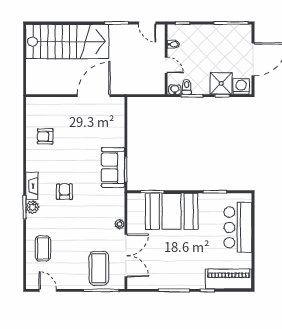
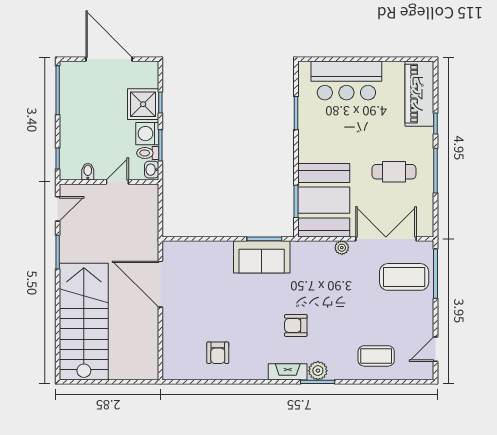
washing machine: (241, 86) -> (147, 134), moved
booth: (172, 211) -> (324, 200), moved
cafe table: (173, 261) -> (394, 172), added

